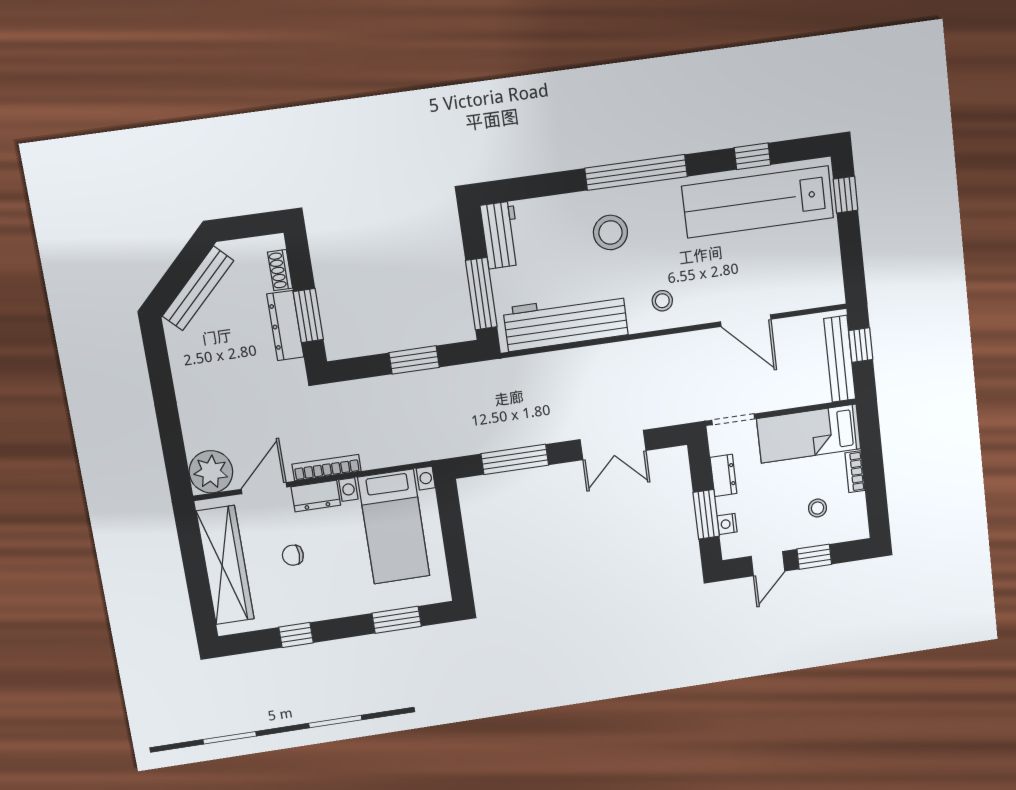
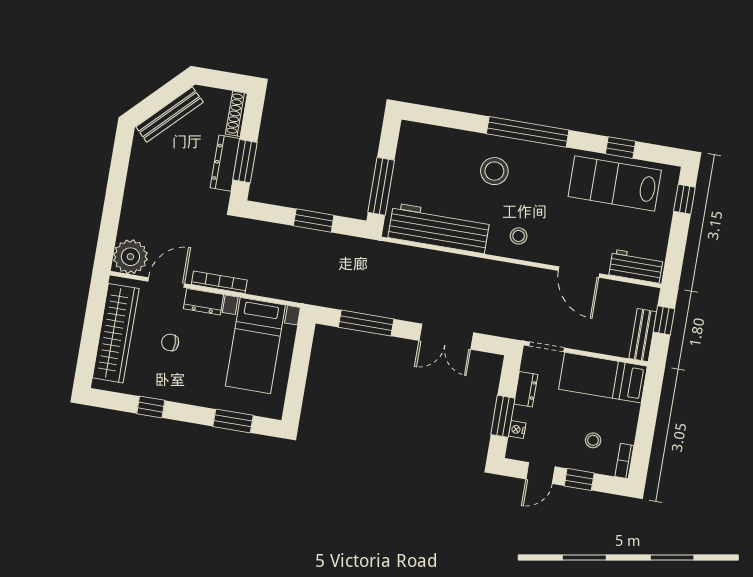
lab bench: (758, 202) -> (615, 183), width x0.73
workbench: (501, 235) -> (636, 266), moved, turned -90
shoe rack: (280, 270) -> (236, 114), width x1.43
bench: (840, 359) -> (643, 335), width x0.73
bookcase: (855, 472) -> (624, 461), moved

